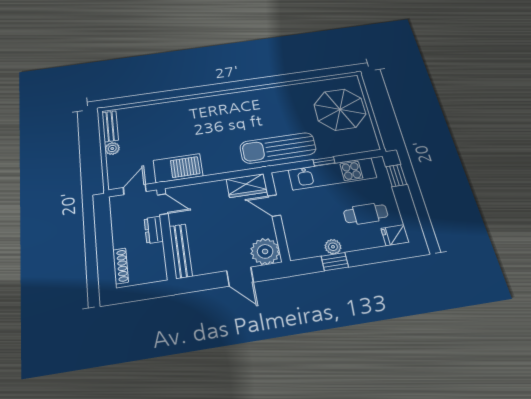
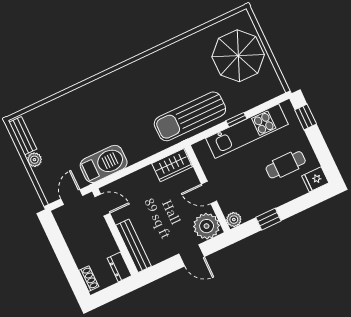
door: (274, 206) -> (209, 192), moved
dresser: (154, 230) -> (119, 267), moved
plant: (333, 247) -> (234, 220), moved
shoe rack: (121, 266) -> (89, 279), width x0.70

